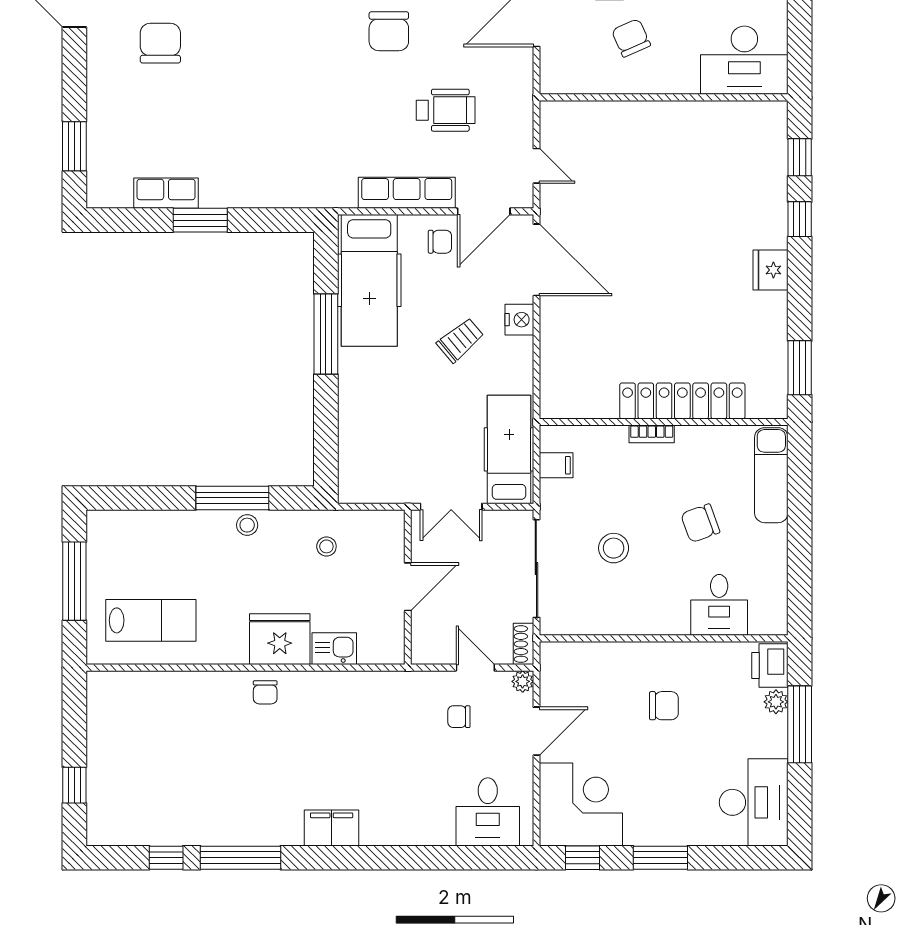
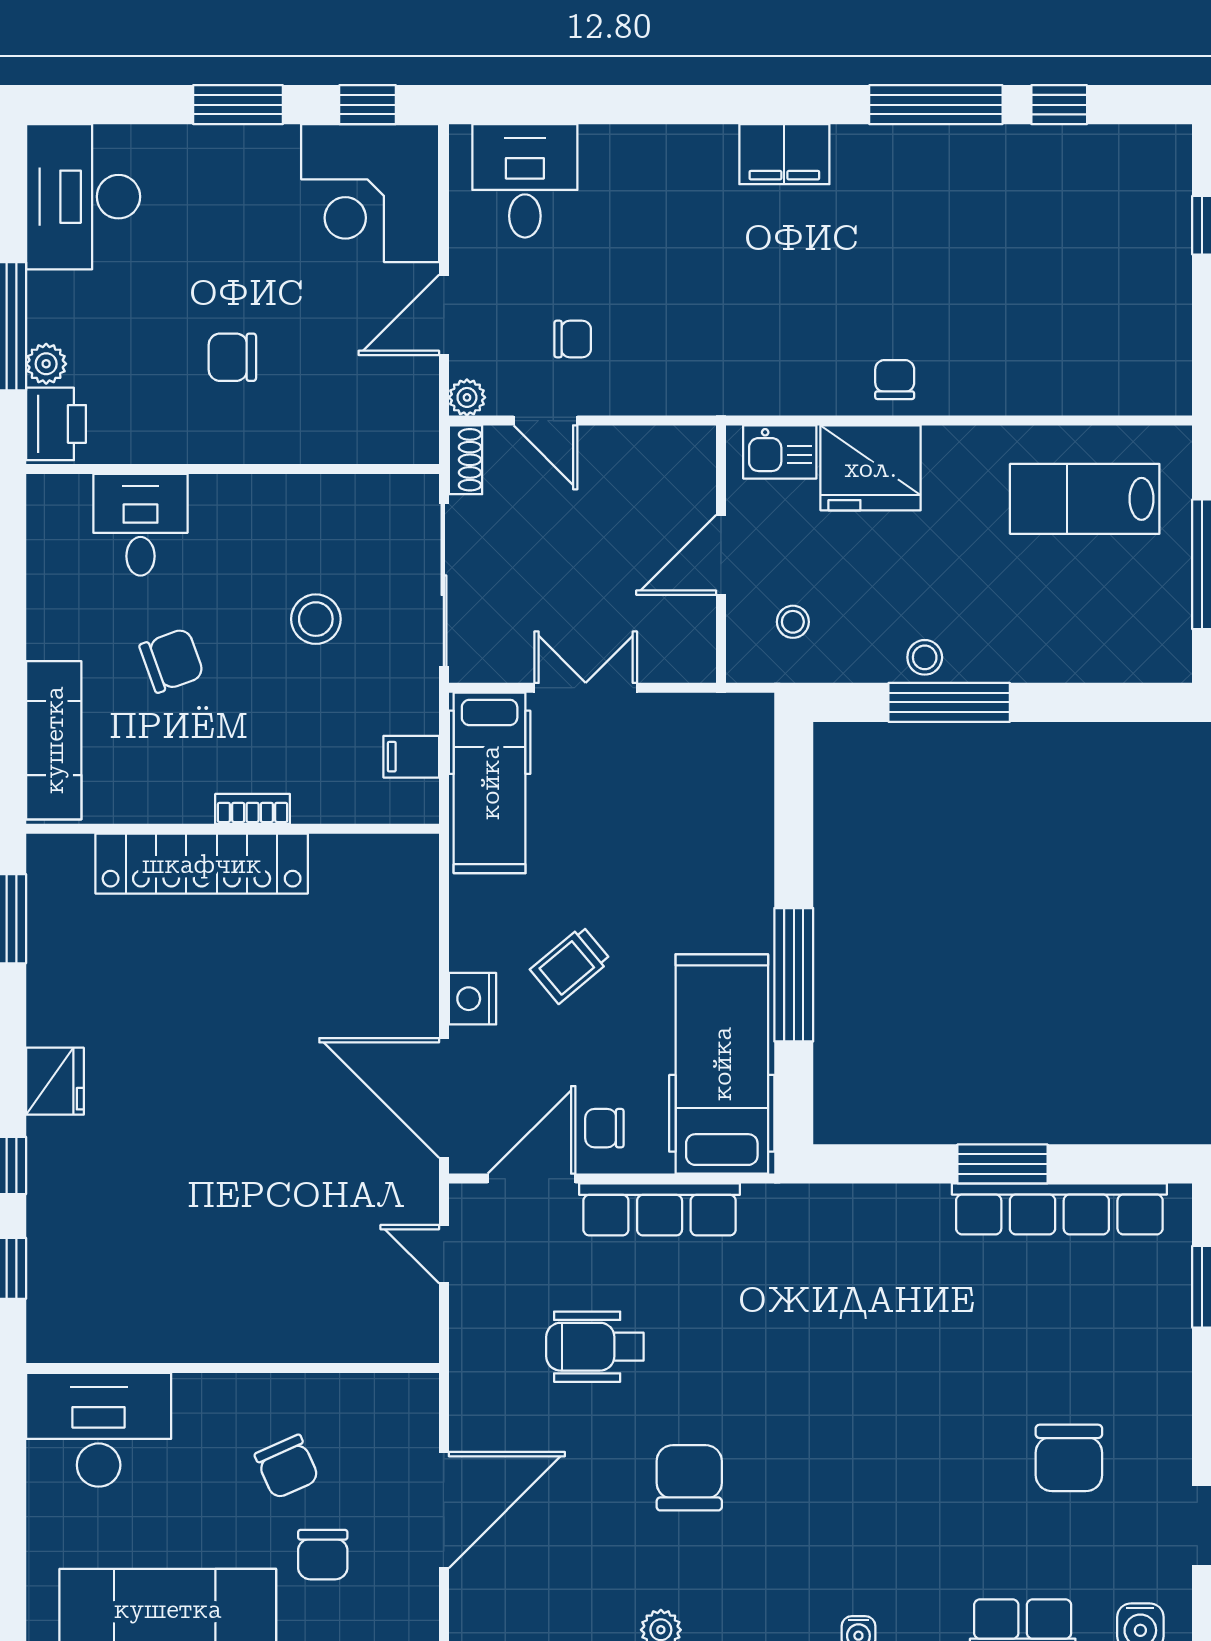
row of seats: (166, 193) -> (1059, 1209), width x2.02
door: (408, 587) -> (721, 555), moved
wall: (408, 587) -> (721, 554), moved

